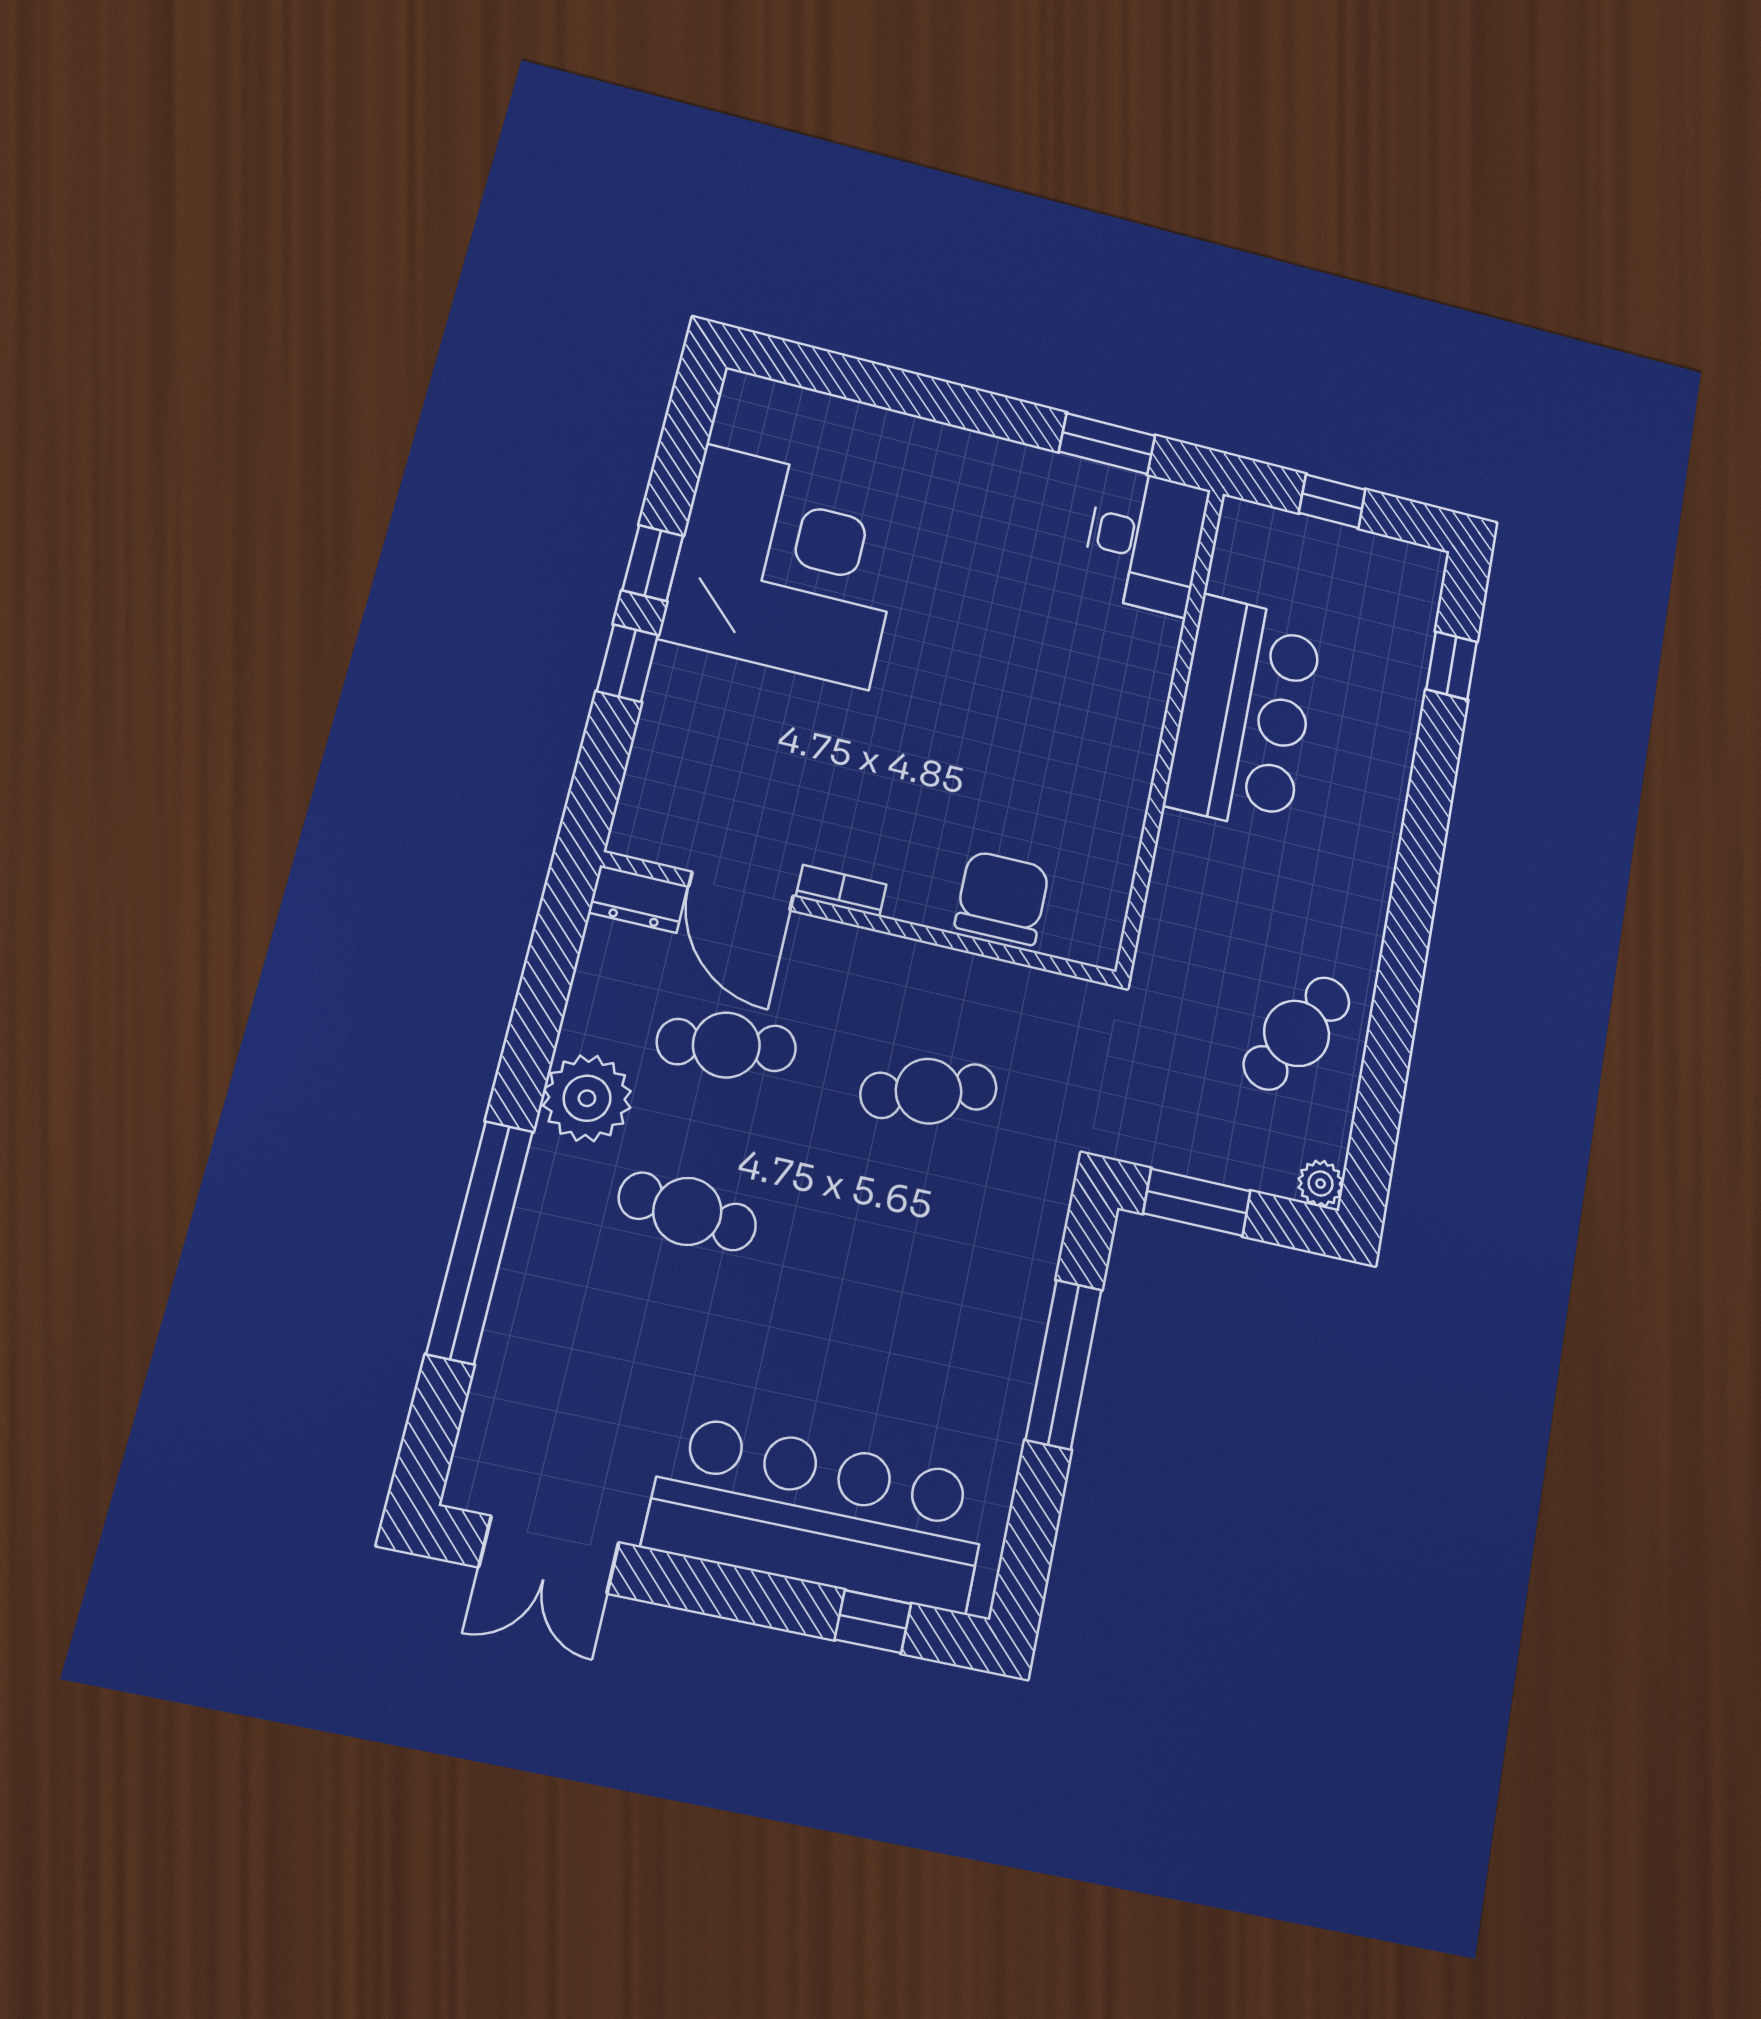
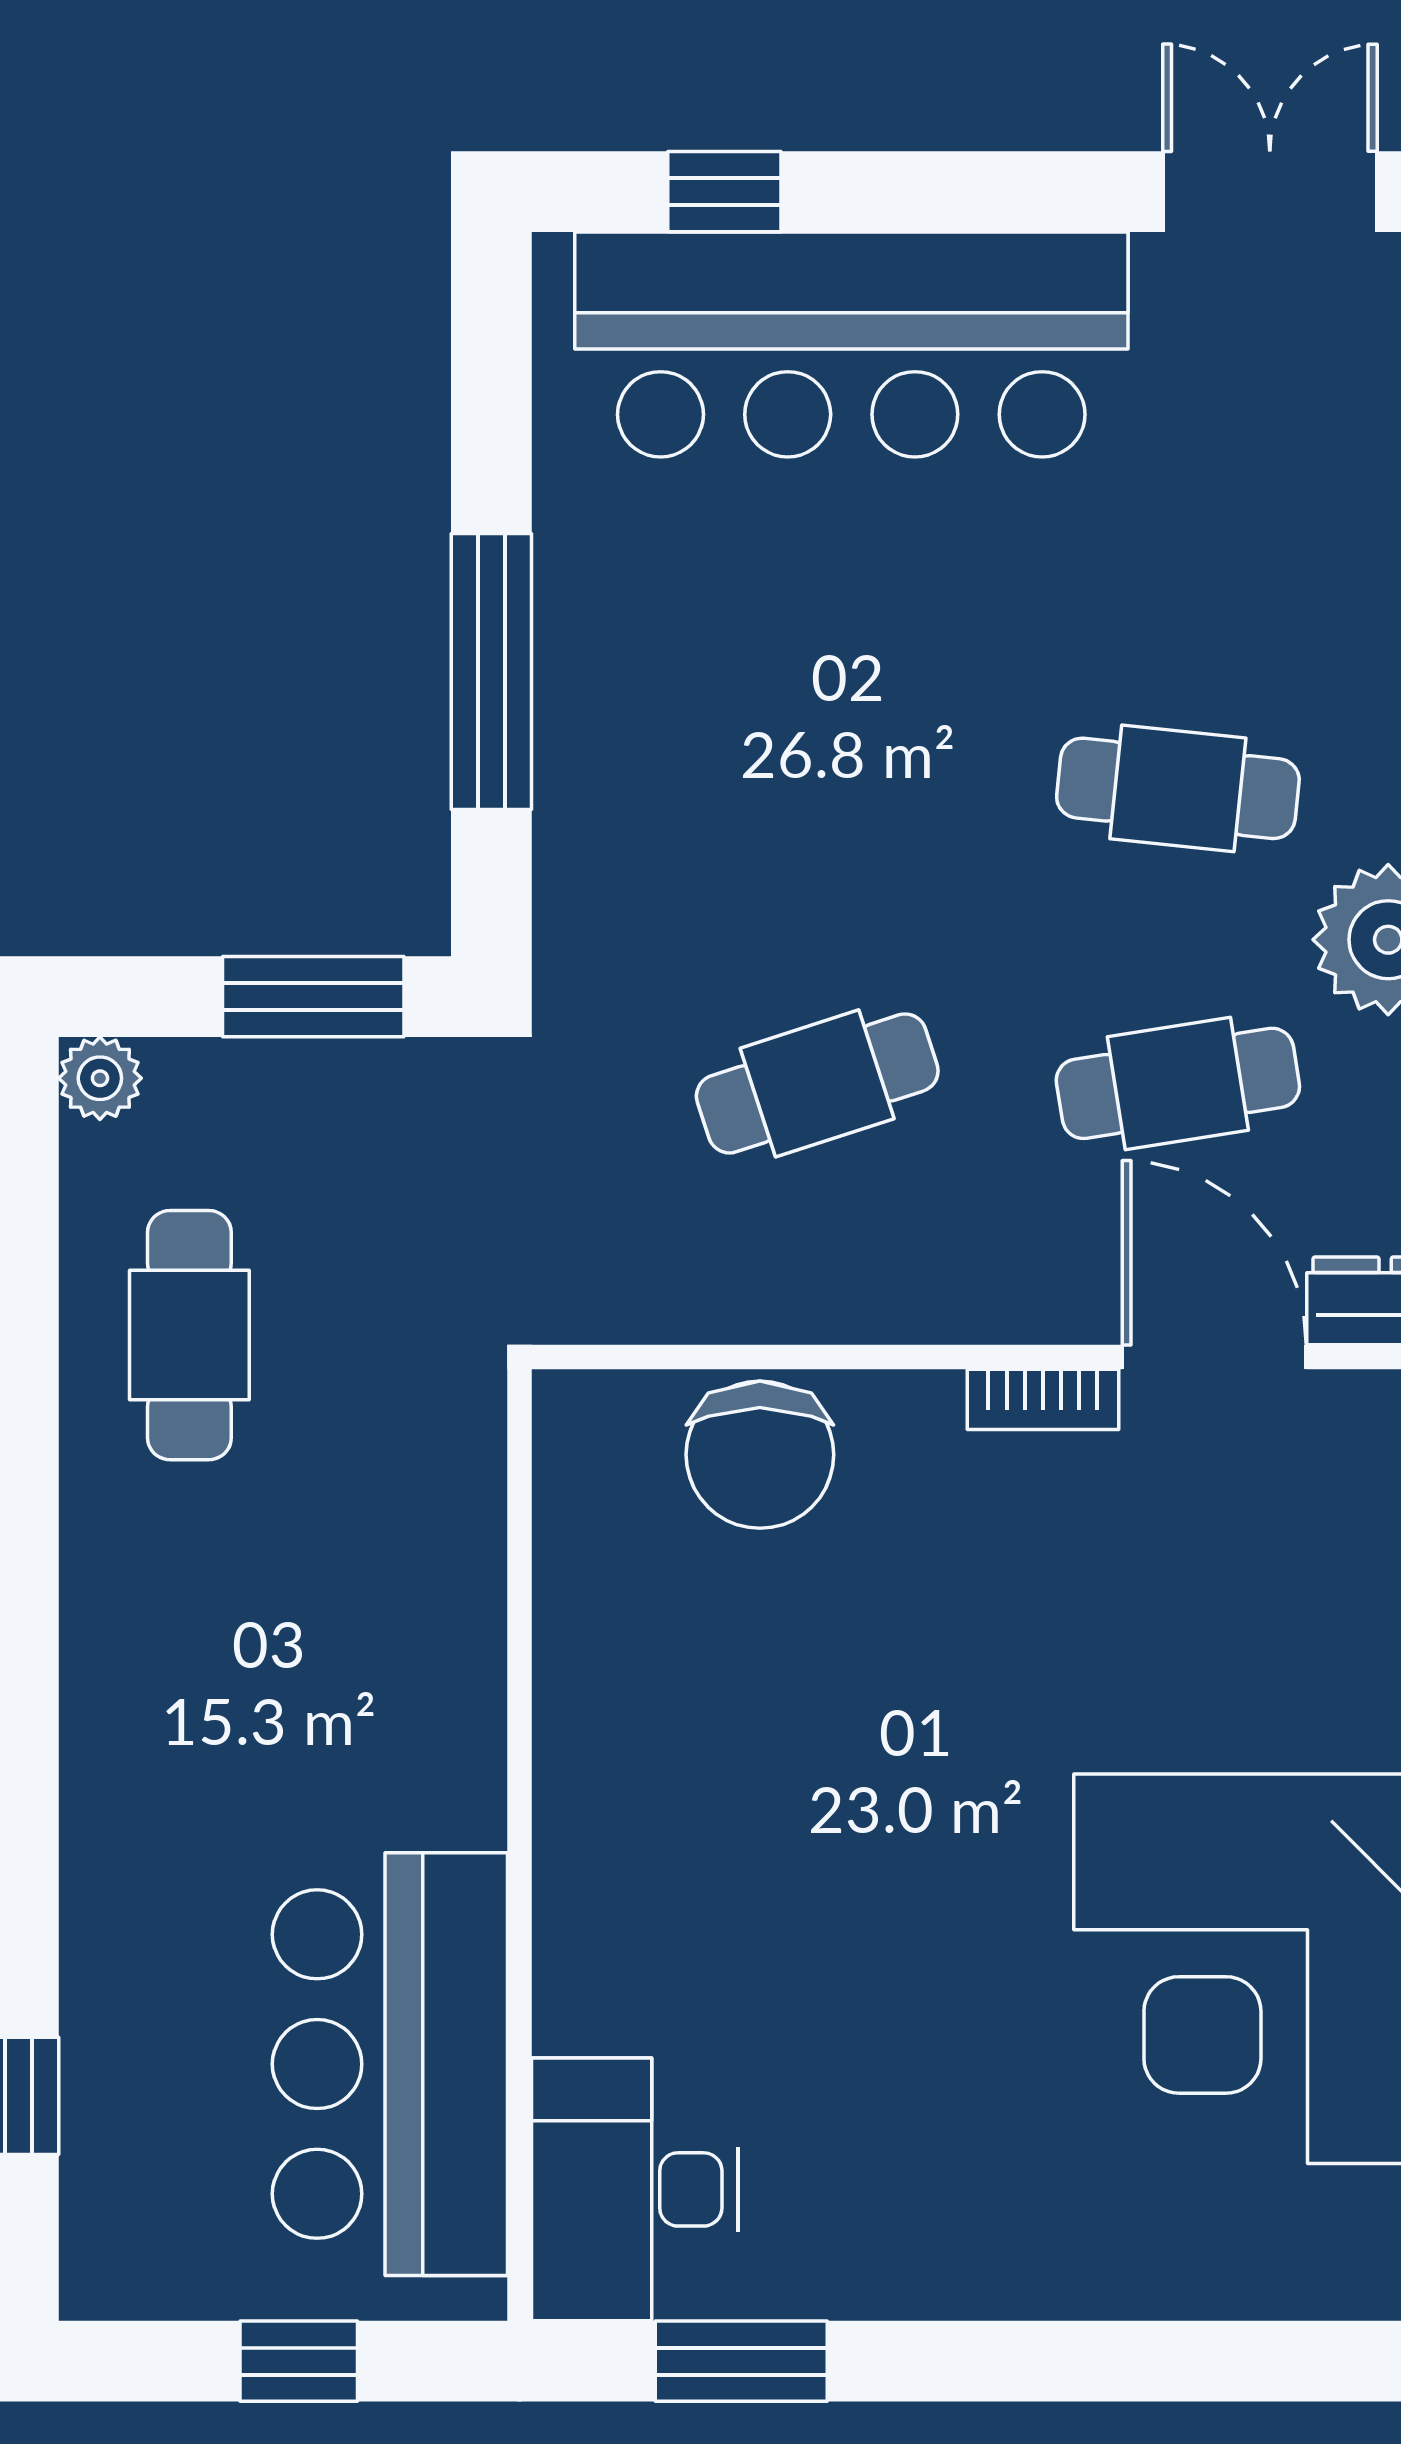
bar counter: (1244, 713) -> (390, 2064), moved
cafe table: (1297, 1033) -> (189, 1335), turned -31

